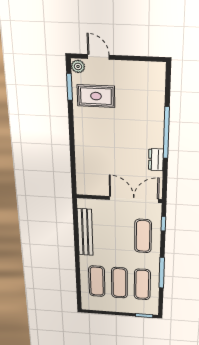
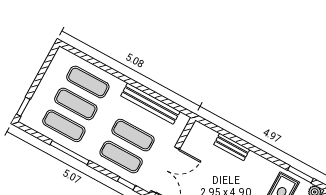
bench: (81, 156) -> (232, 147), added
exercise mat: (119, 235) -> (133, 135), added

